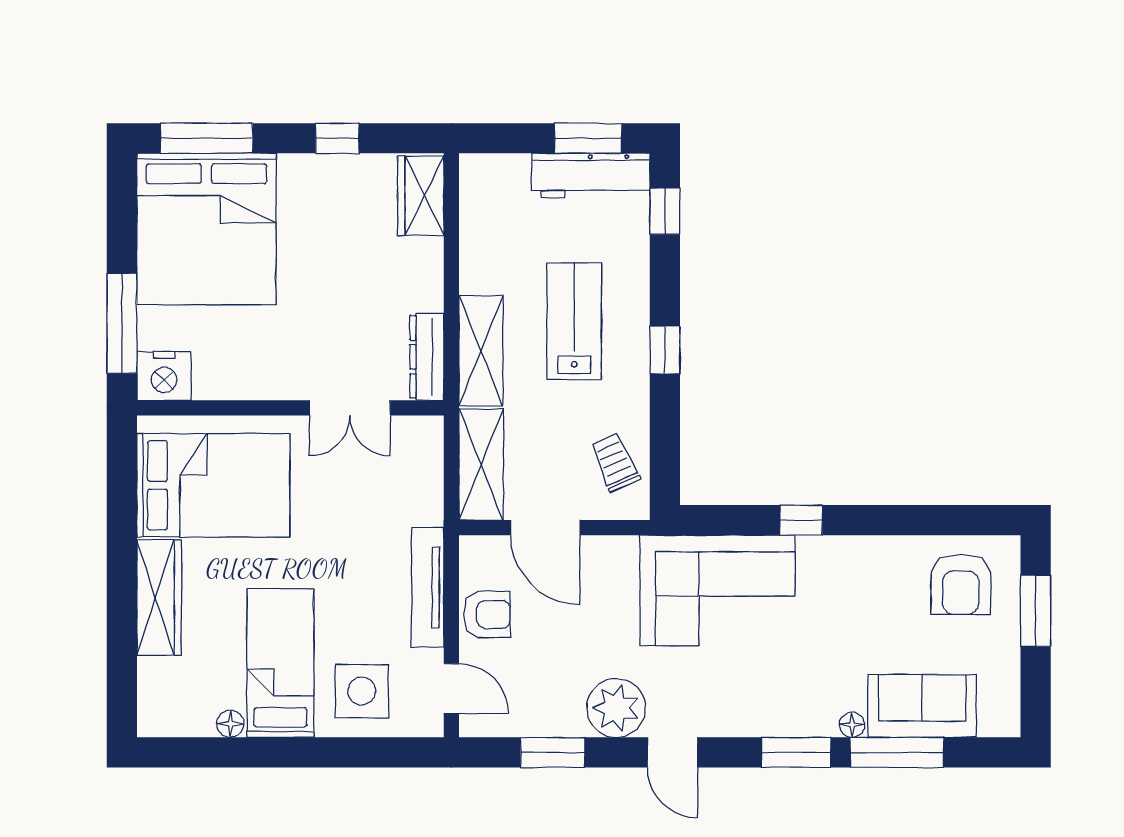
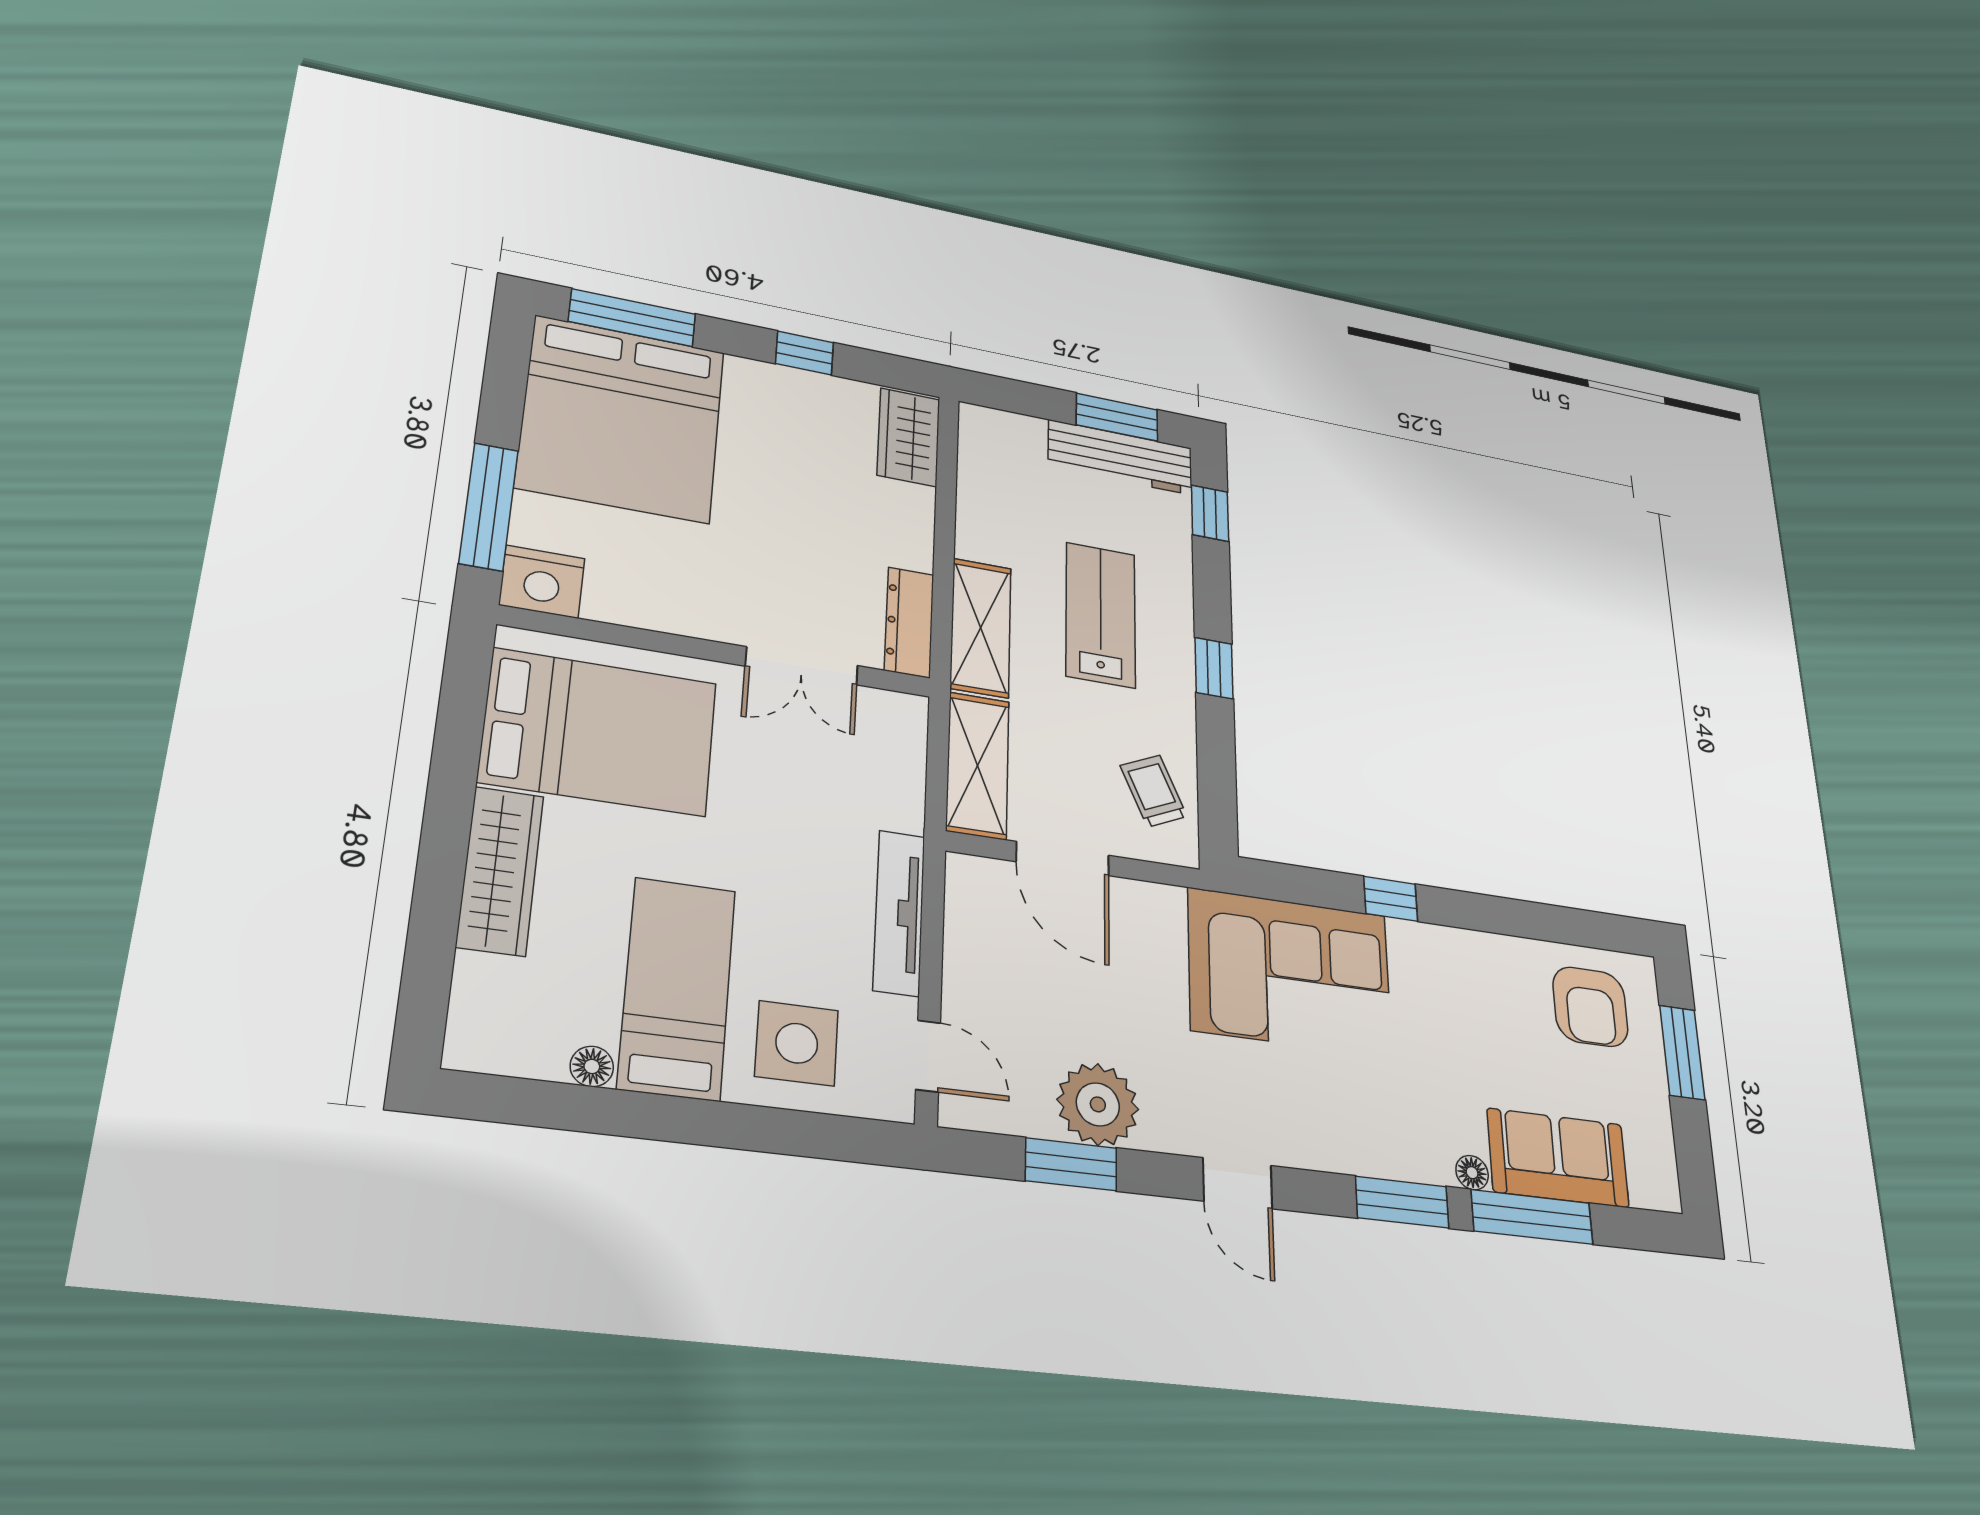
armchair: (487, 614) -> (981, 961), removed
plant: (616, 708) -> (1098, 1104), moved

